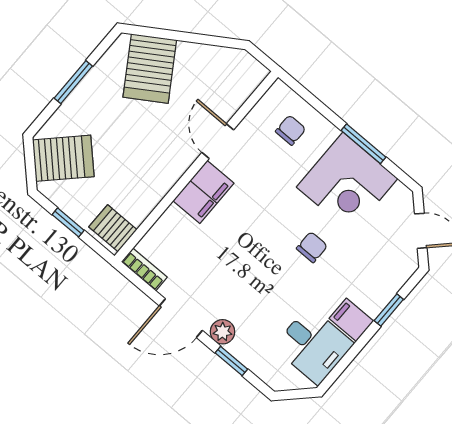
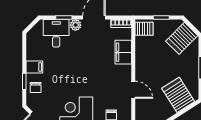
filing cabinet: (204, 192) -> (123, 52), moved
chair: (312, 247) -> (36, 87), moved
desk: (313, 345) -> (56, 33), moved, turned 90

